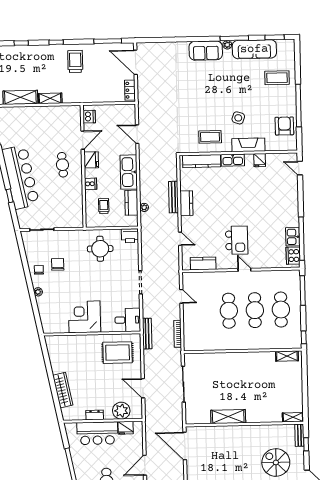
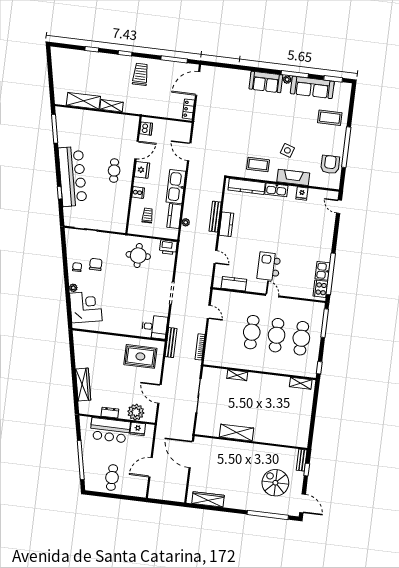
door: (136, 62) -> (198, 83), hinge flipped
kitchen island: (237, 240) -> (269, 266), turned 180
corner desk: (85, 317) -> (86, 307), moved, turned 78
shelving: (293, 417) -> (237, 375), moved

